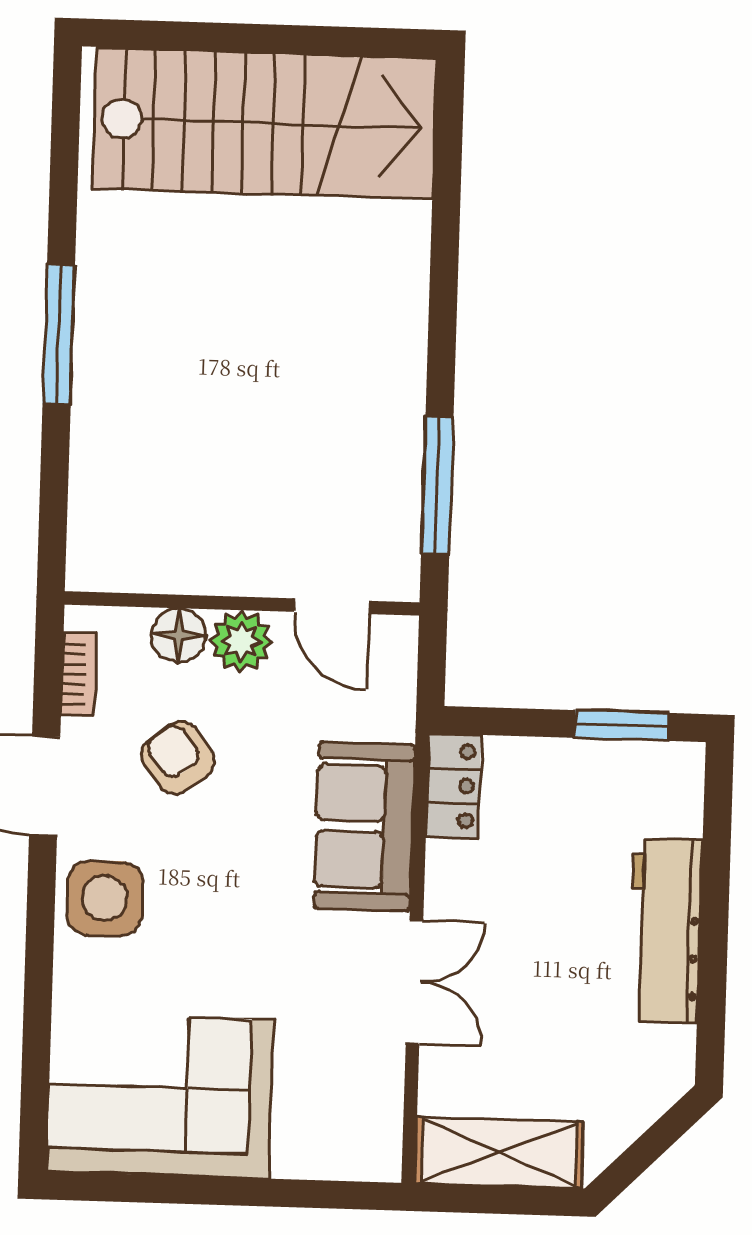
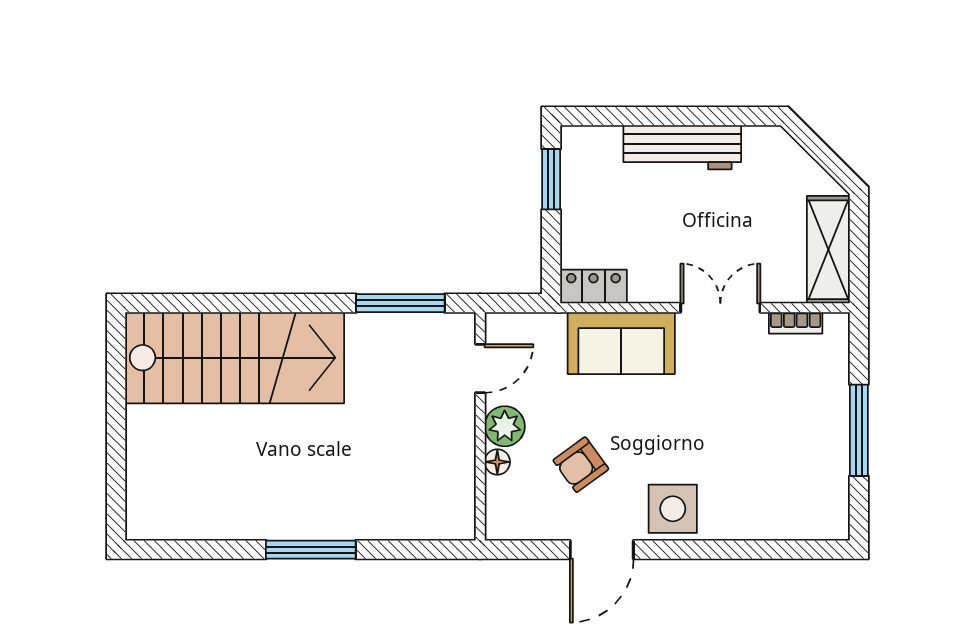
stairs: (264, 123) -> (235, 358), moved, turned 90
floor lamp: (178, 635) -> (497, 462), width x0.73, depth x0.73
bookcase: (79, 674) -> (796, 323), moved, turned 180
corner sofa: (160, 1096) -> (799, 469), removed
window: (217, 1191) -> (859, 430), added

